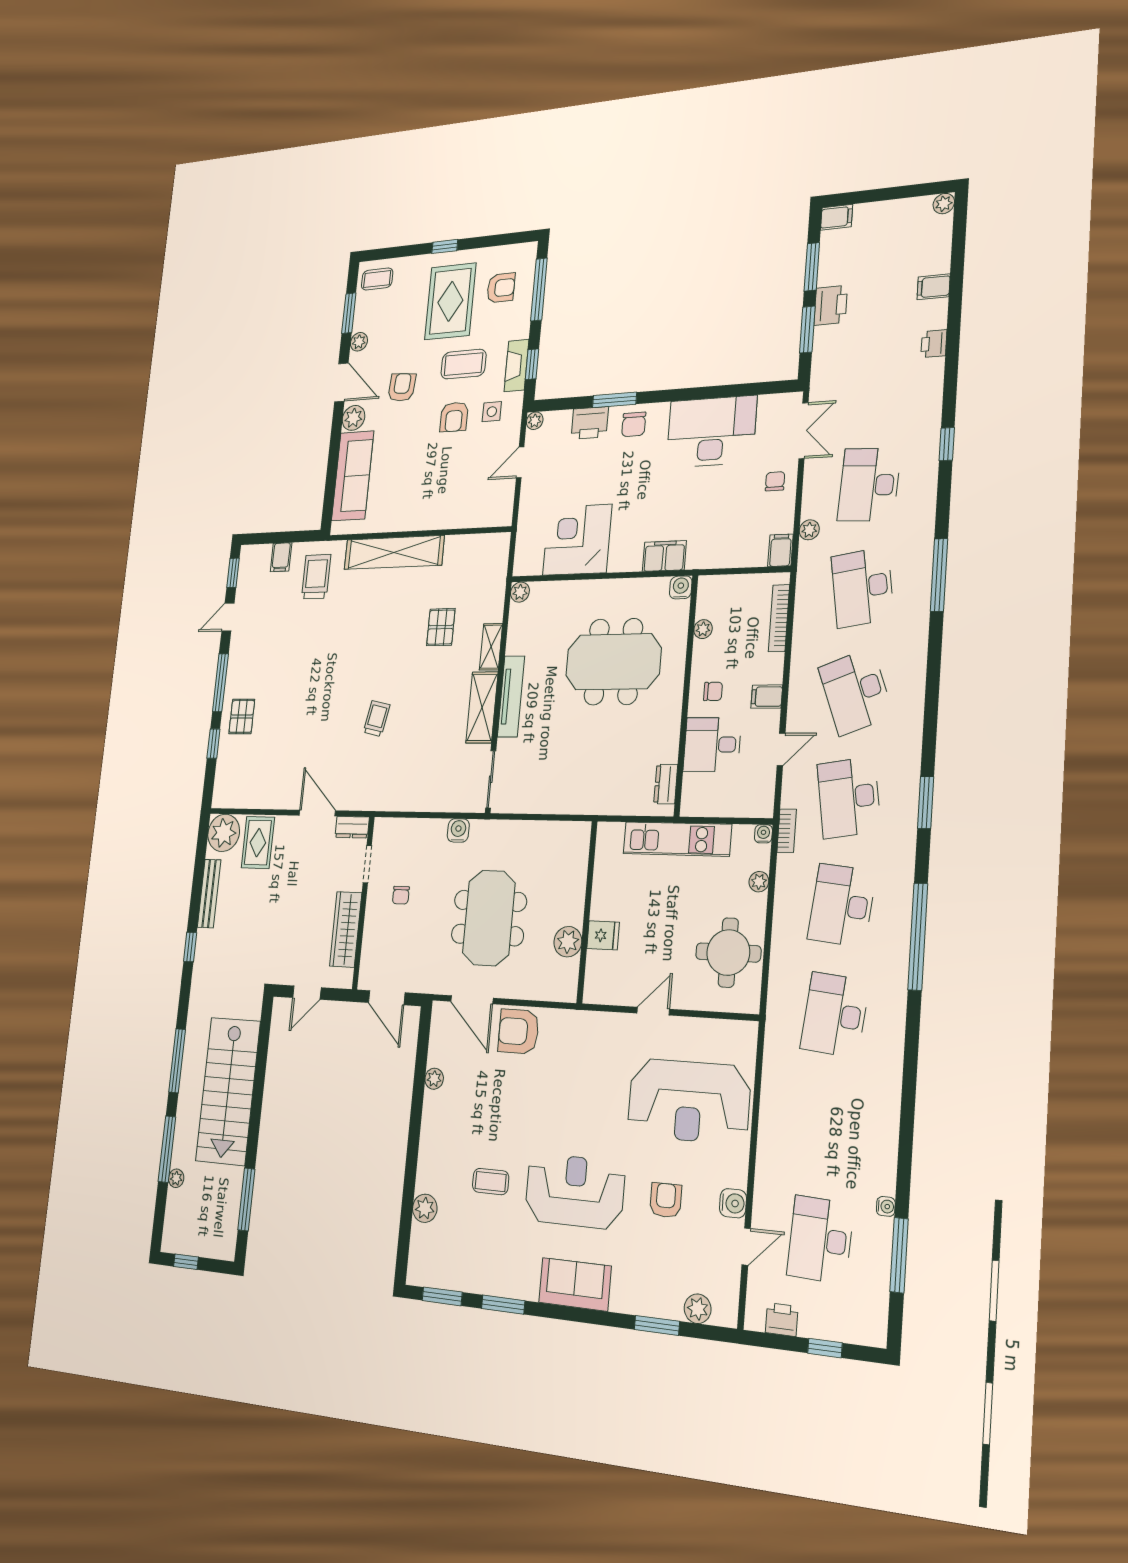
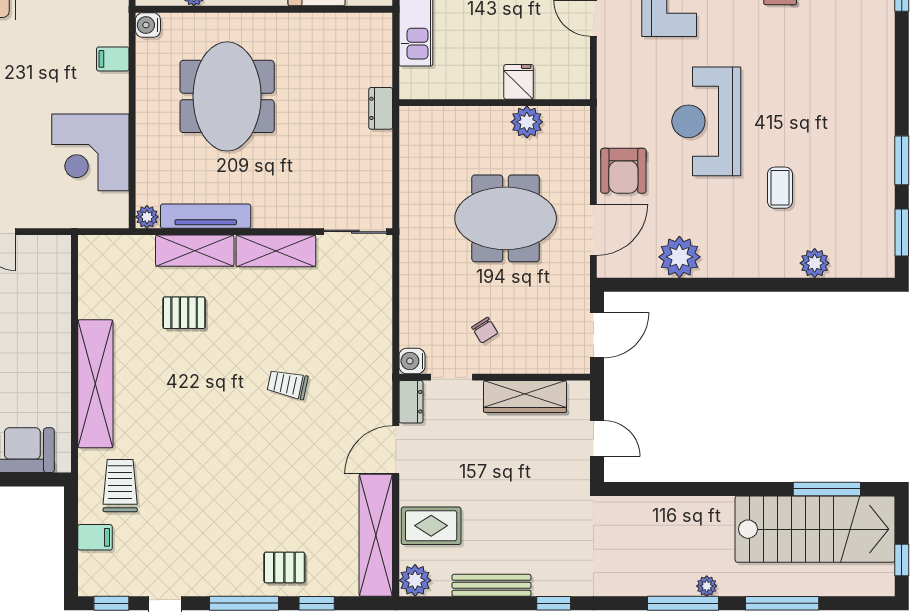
filing cabinet: (664, 556) -> (113, 59), width x0.50
trolley: (316, 577) -> (120, 486), turned 90
shelving: (491, 647) -> (195, 251), width x1.50, depth x1.33
tv unit: (511, 696) -> (206, 216), moved
dresser: (666, 784) -> (381, 108), moved, turned 90
shelving: (256, 795) -> (376, 535), added
water cooler: (458, 830) -> (412, 361), moved
plant: (224, 833) -> (415, 580), width x0.73, depth x0.73
chair: (401, 895) -> (485, 330), turned 58
plant: (434, 1079) -> (679, 257), width x1.88, depth x1.88
stairs: (228, 1091) -> (815, 529), moved
plant: (176, 1178) -> (707, 586), moved
reception desk: (575, 1191) -> (706, 121), moved
sofa: (575, 1284) -> (873, 81), removed

